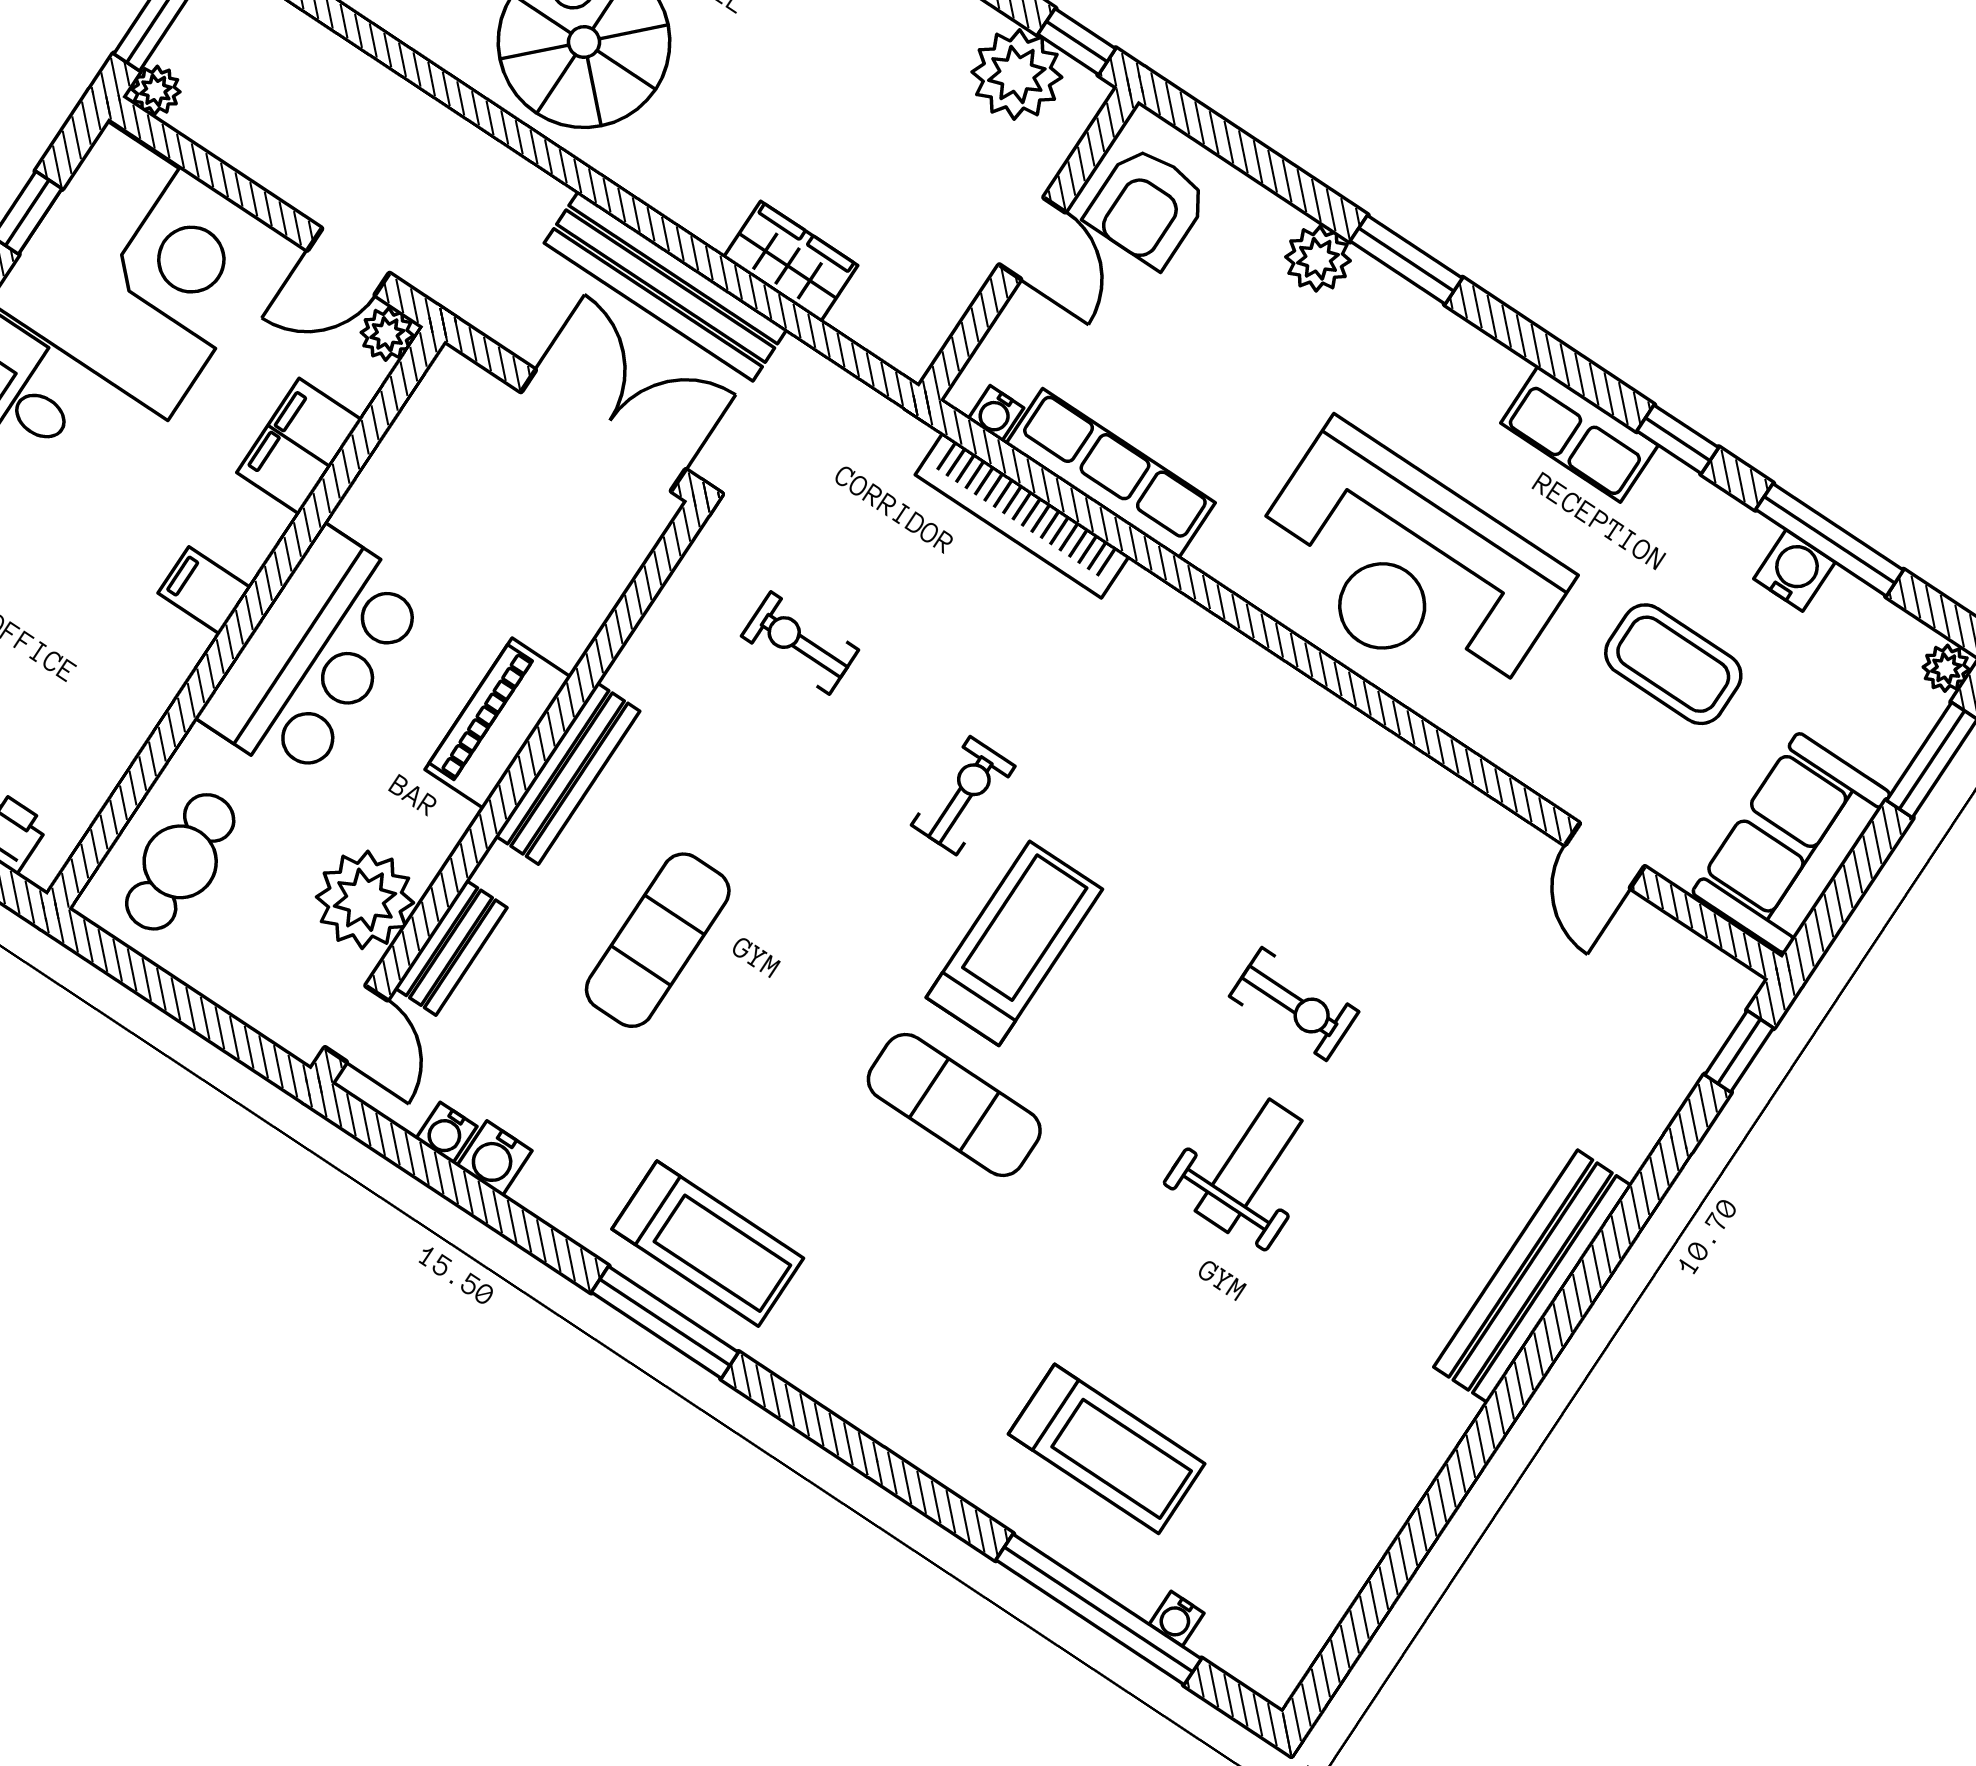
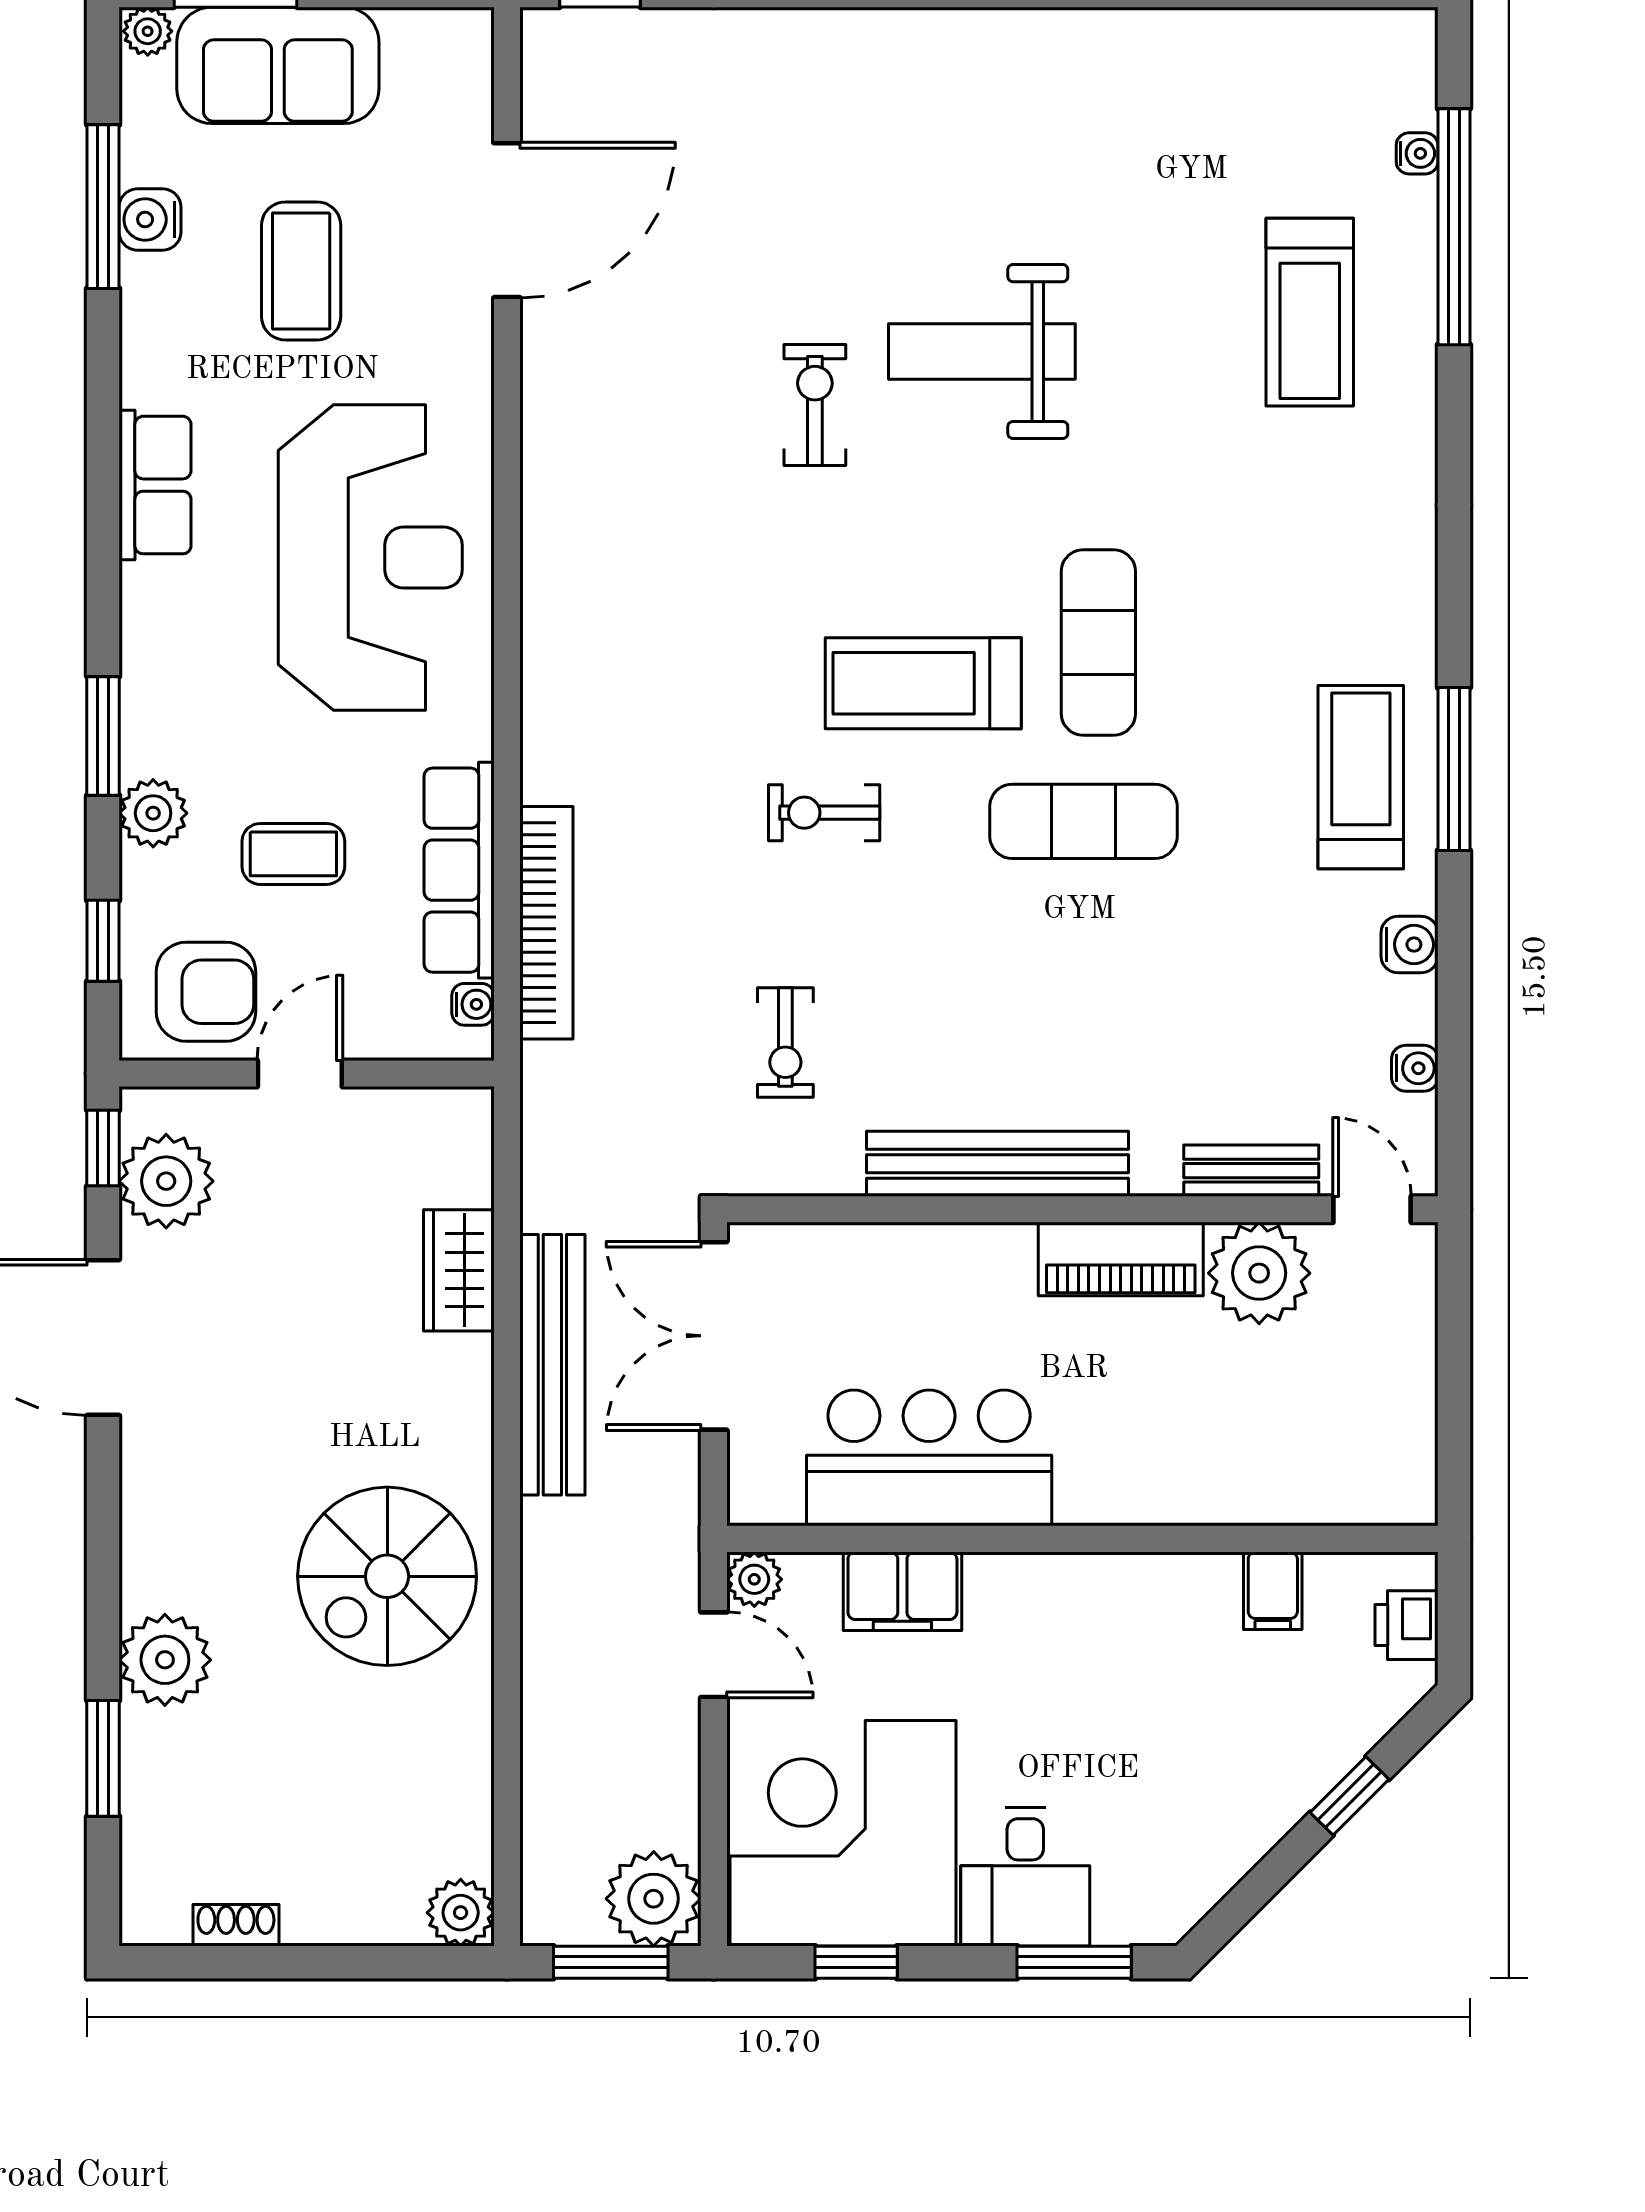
plant: (156, 90) -> (654, 1899), width x1.87, depth x1.87
coffee table: (1211, 349) -> (293, 854), added
window: (1678, 439) -> (103, 941), moved
filing cabinet: (204, 590) -> (1273, 1591), moved
bar counter: (314, 656) -> (929, 1458), moved
piano: (498, 723) -> (1121, 1259), moved
bench: (568, 773) -> (997, 1164), width x1.37, depth x1.21
sofa: (1791, 843) -> (278, 65), moved
door: (1605, 856) -> (507, 220), width x1.88
cafe table: (180, 862) -> (1332, 1456), removed
exercise mat: (658, 940) -> (1083, 821), moved
door: (356, 1024) -> (1372, 1209), hinge flipped
water cooler: (494, 1158) -> (1409, 945), moved
weight bench: (1249, 1166) -> (982, 352), width x1.36, depth x1.33
bench: (1533, 1276) -> (915, 41), removed
treadmill: (1107, 1449) -> (1310, 312), turned 180

